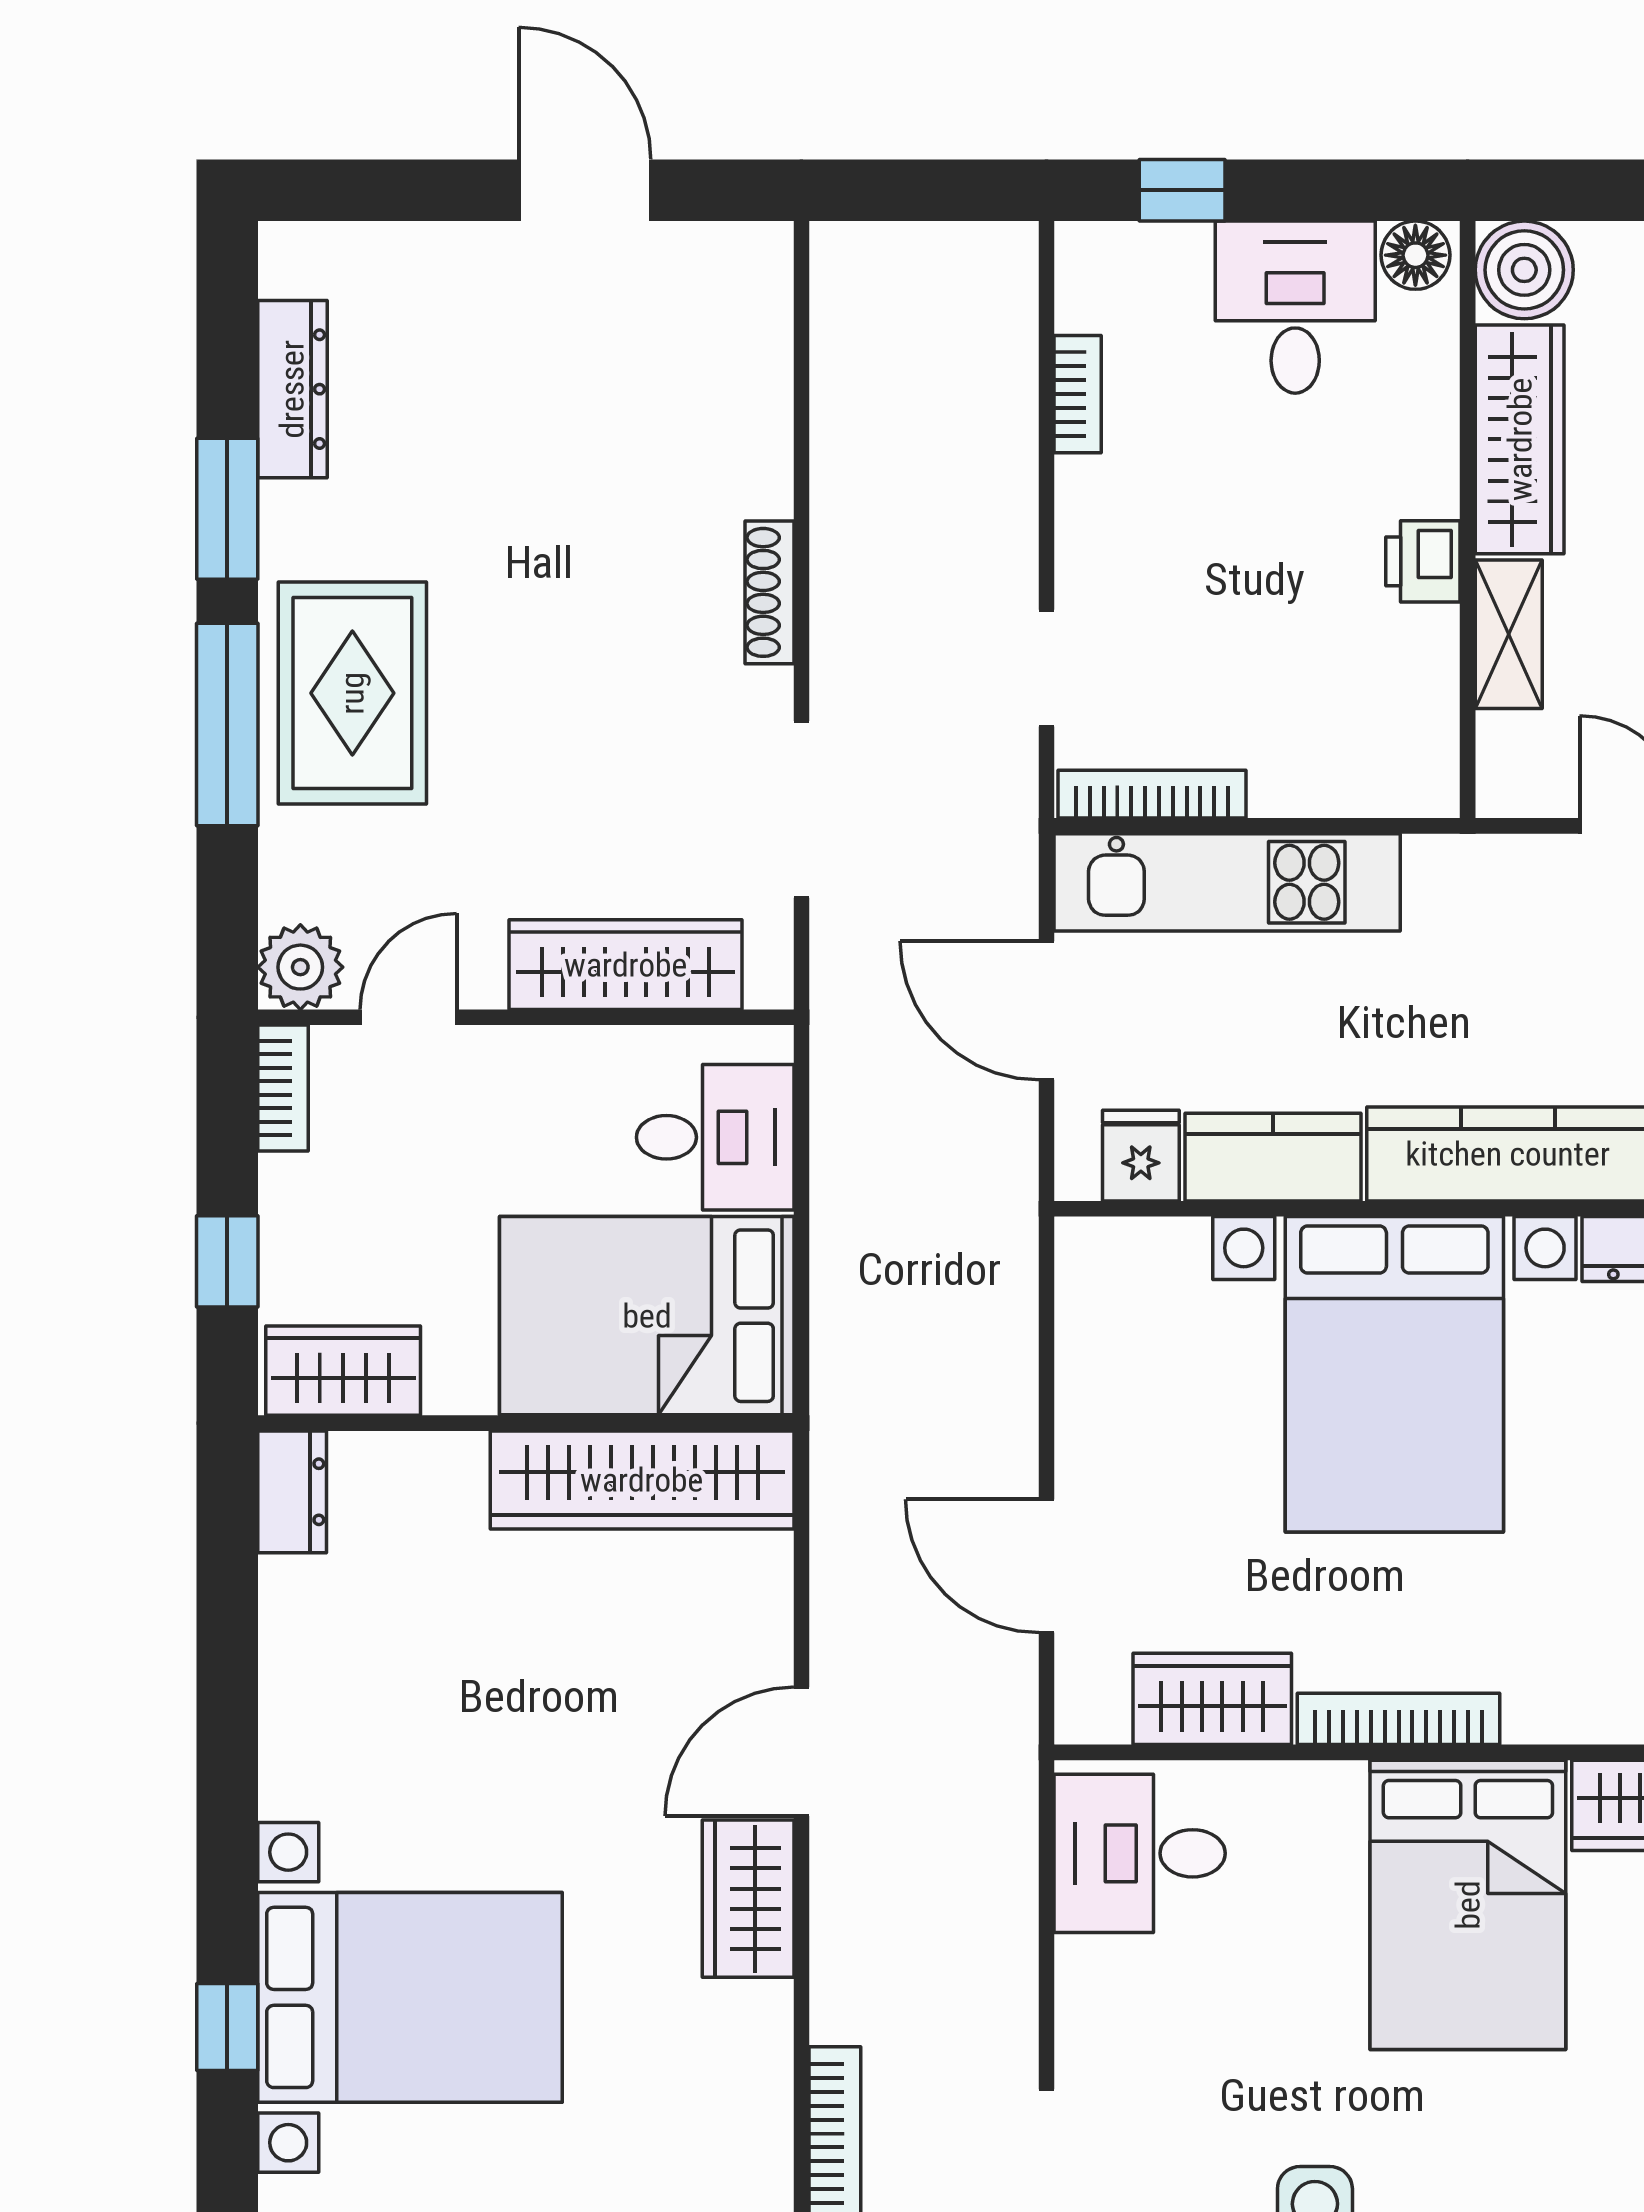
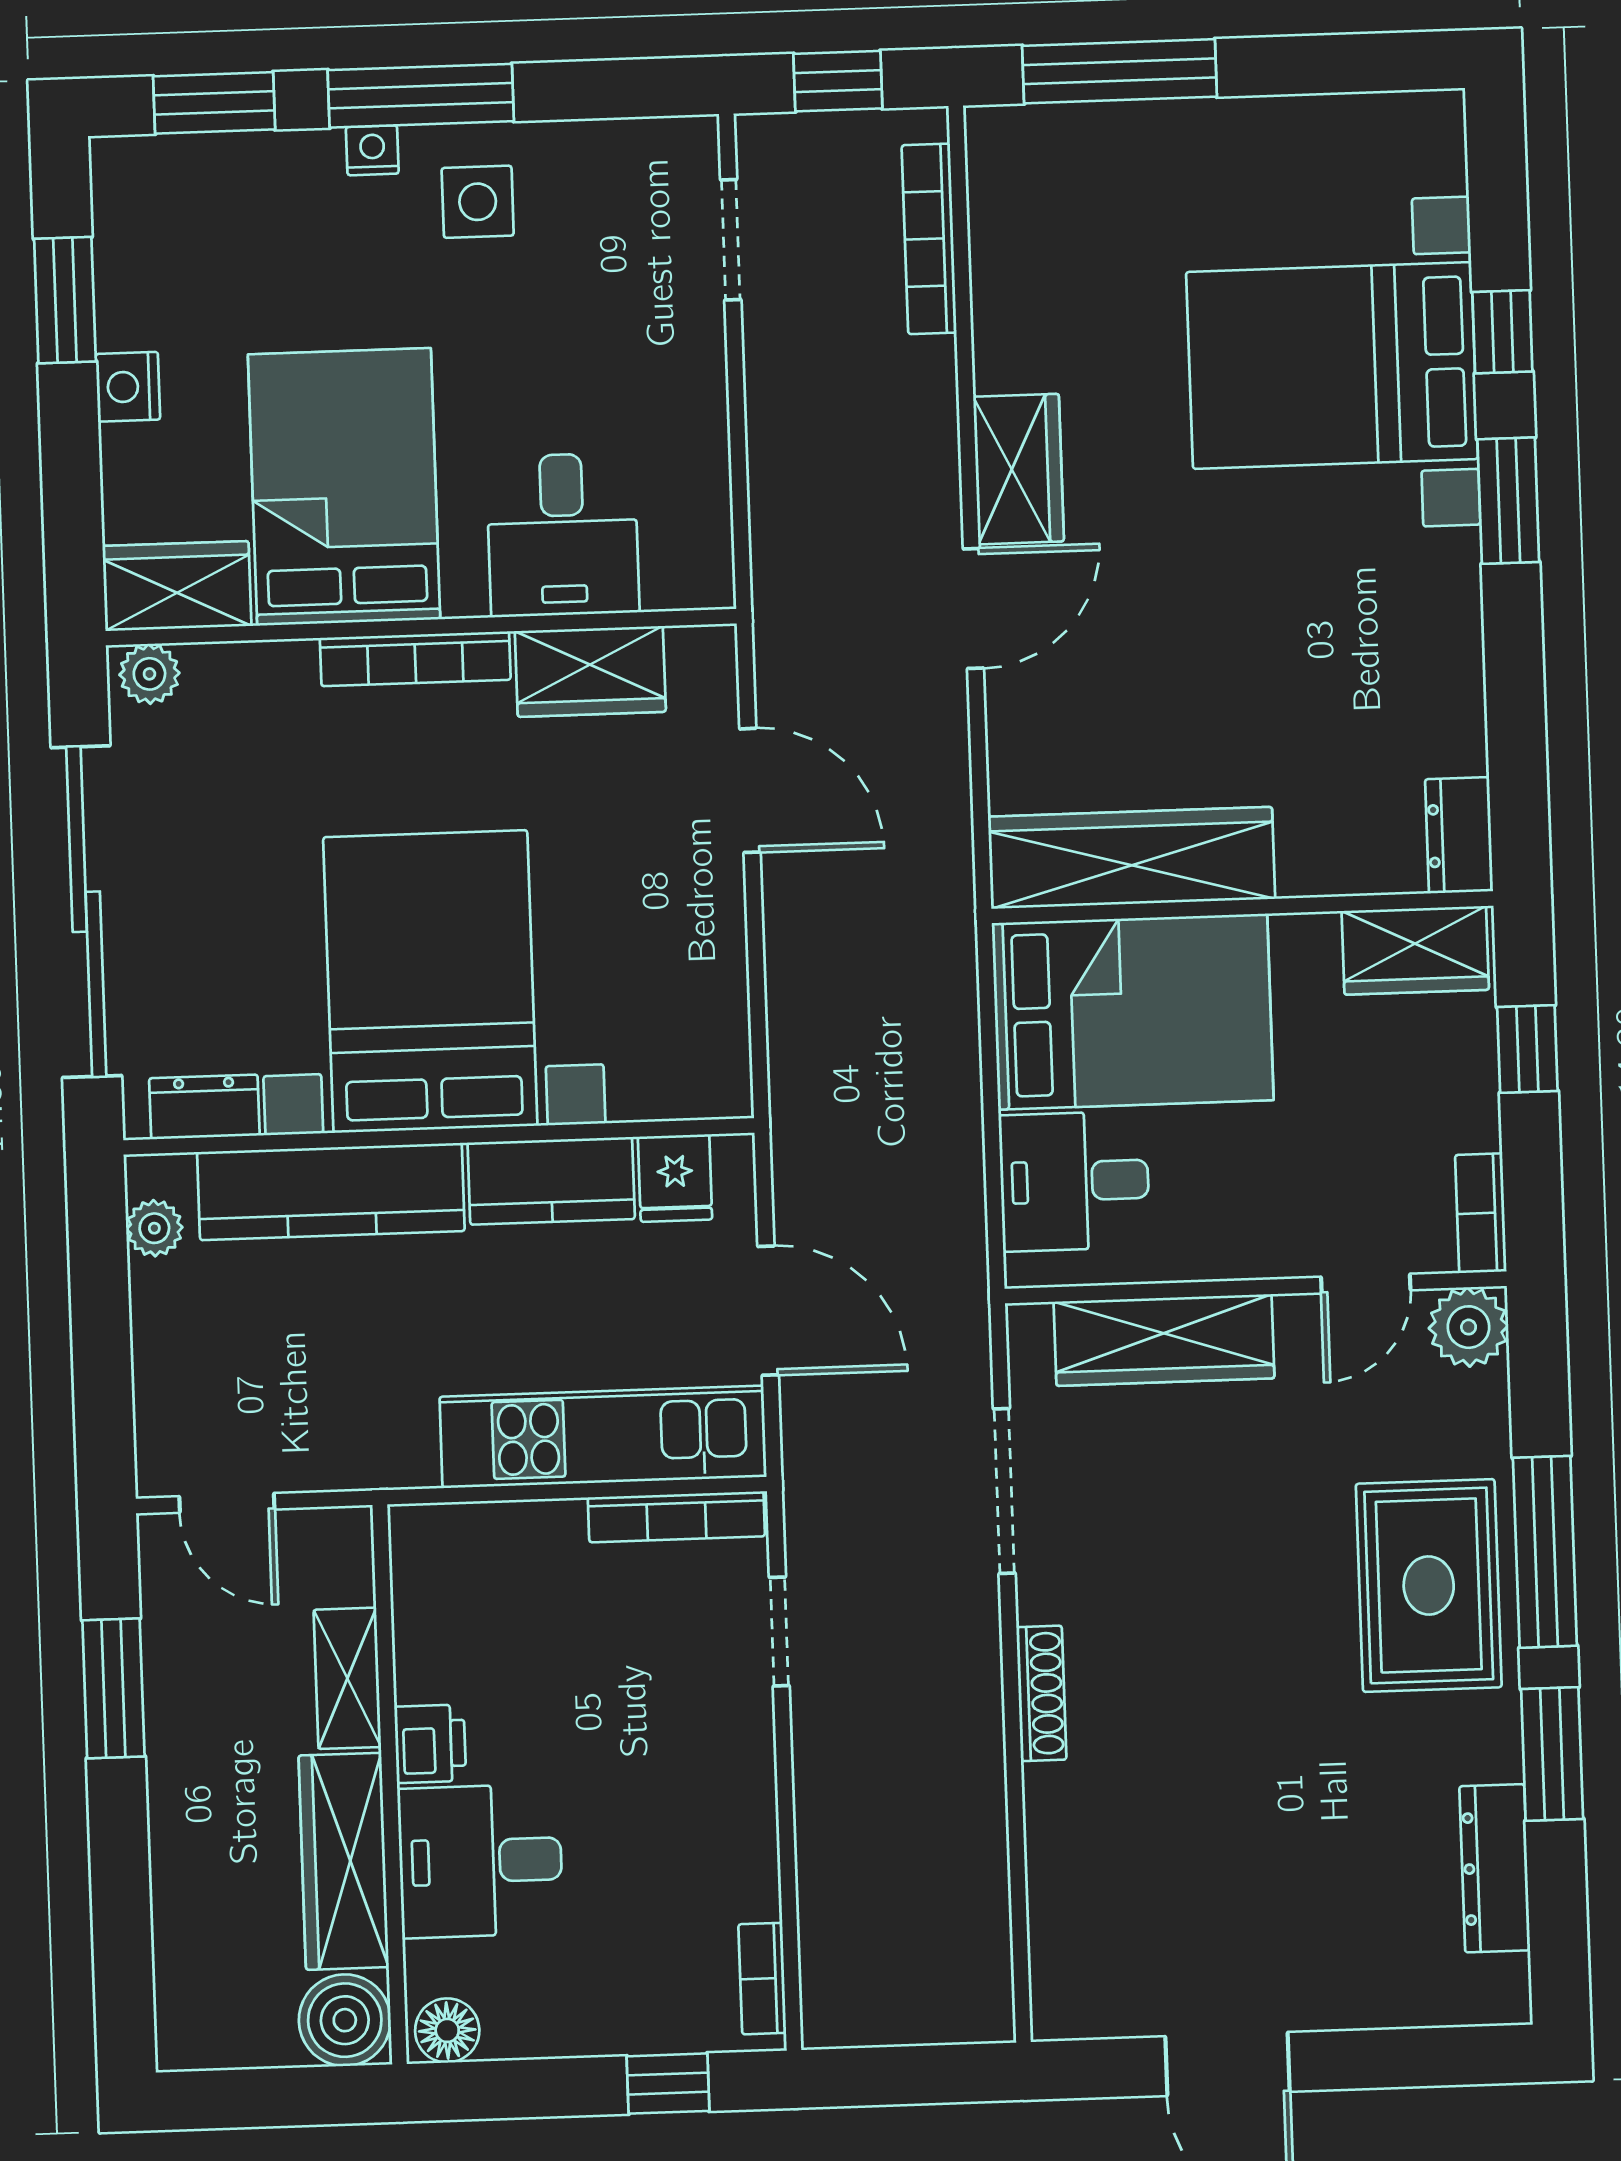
desk: (1295, 307) -> (480, 1861), moved, turned 90
bookcase: (1078, 394) -> (762, 1979), moved
window: (227, 1847) -> (1508, 501), added
desk: (1140, 1853) -> (563, 535), moved, turned 90

